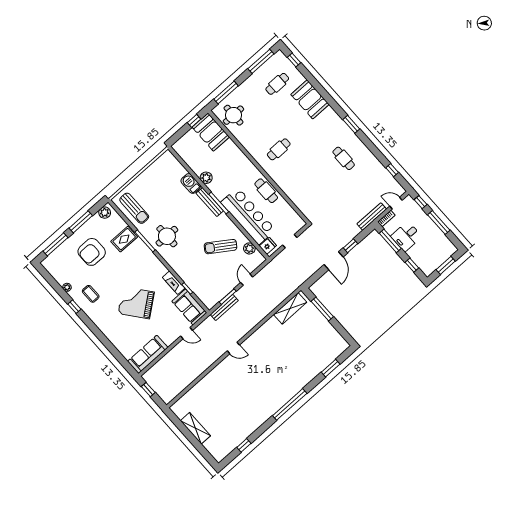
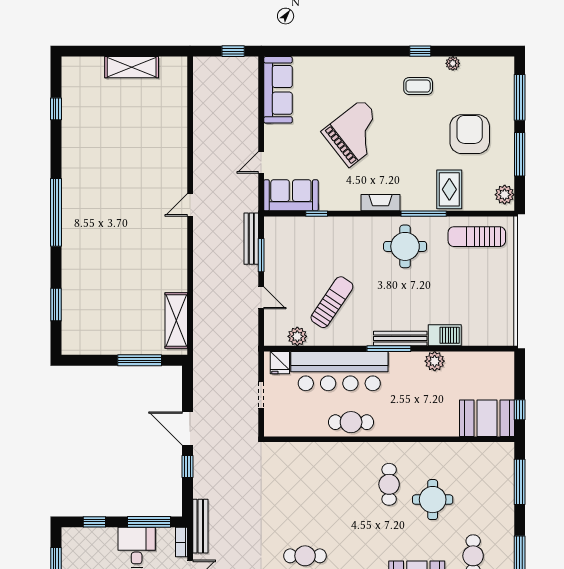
round table: (233, 115) -> (433, 500), moved
fireplace: (174, 283) -> (380, 203), moved

